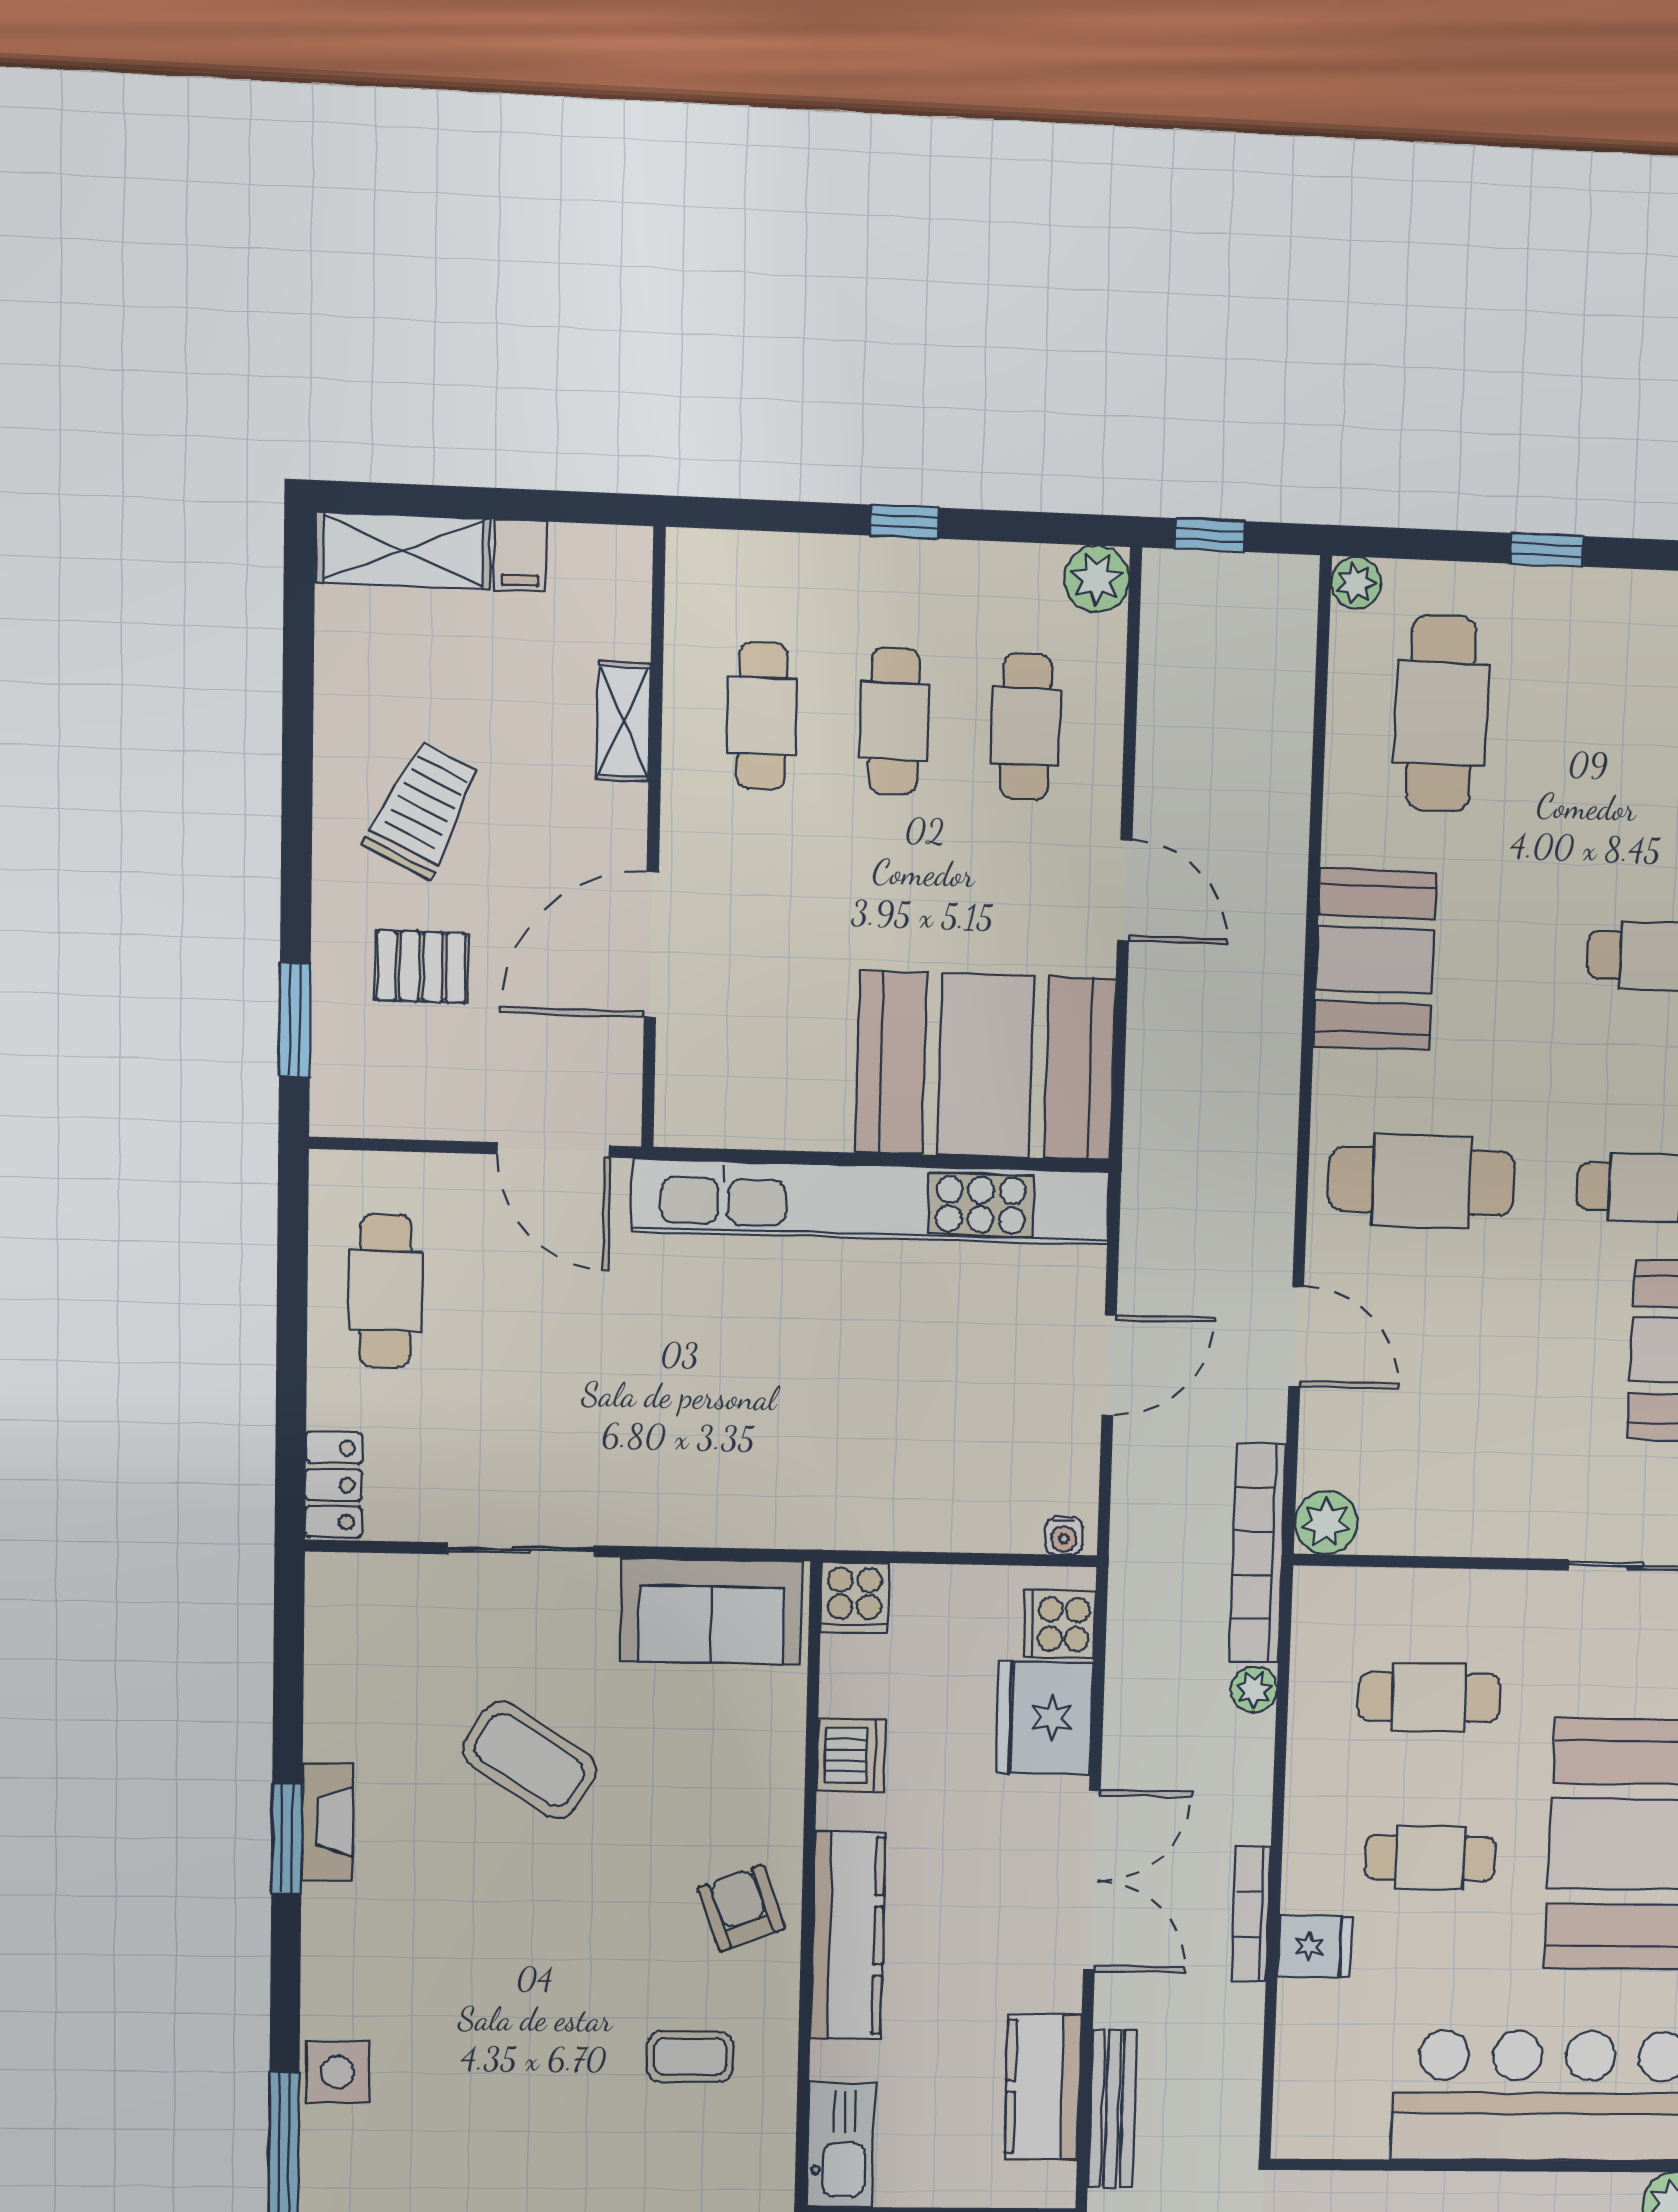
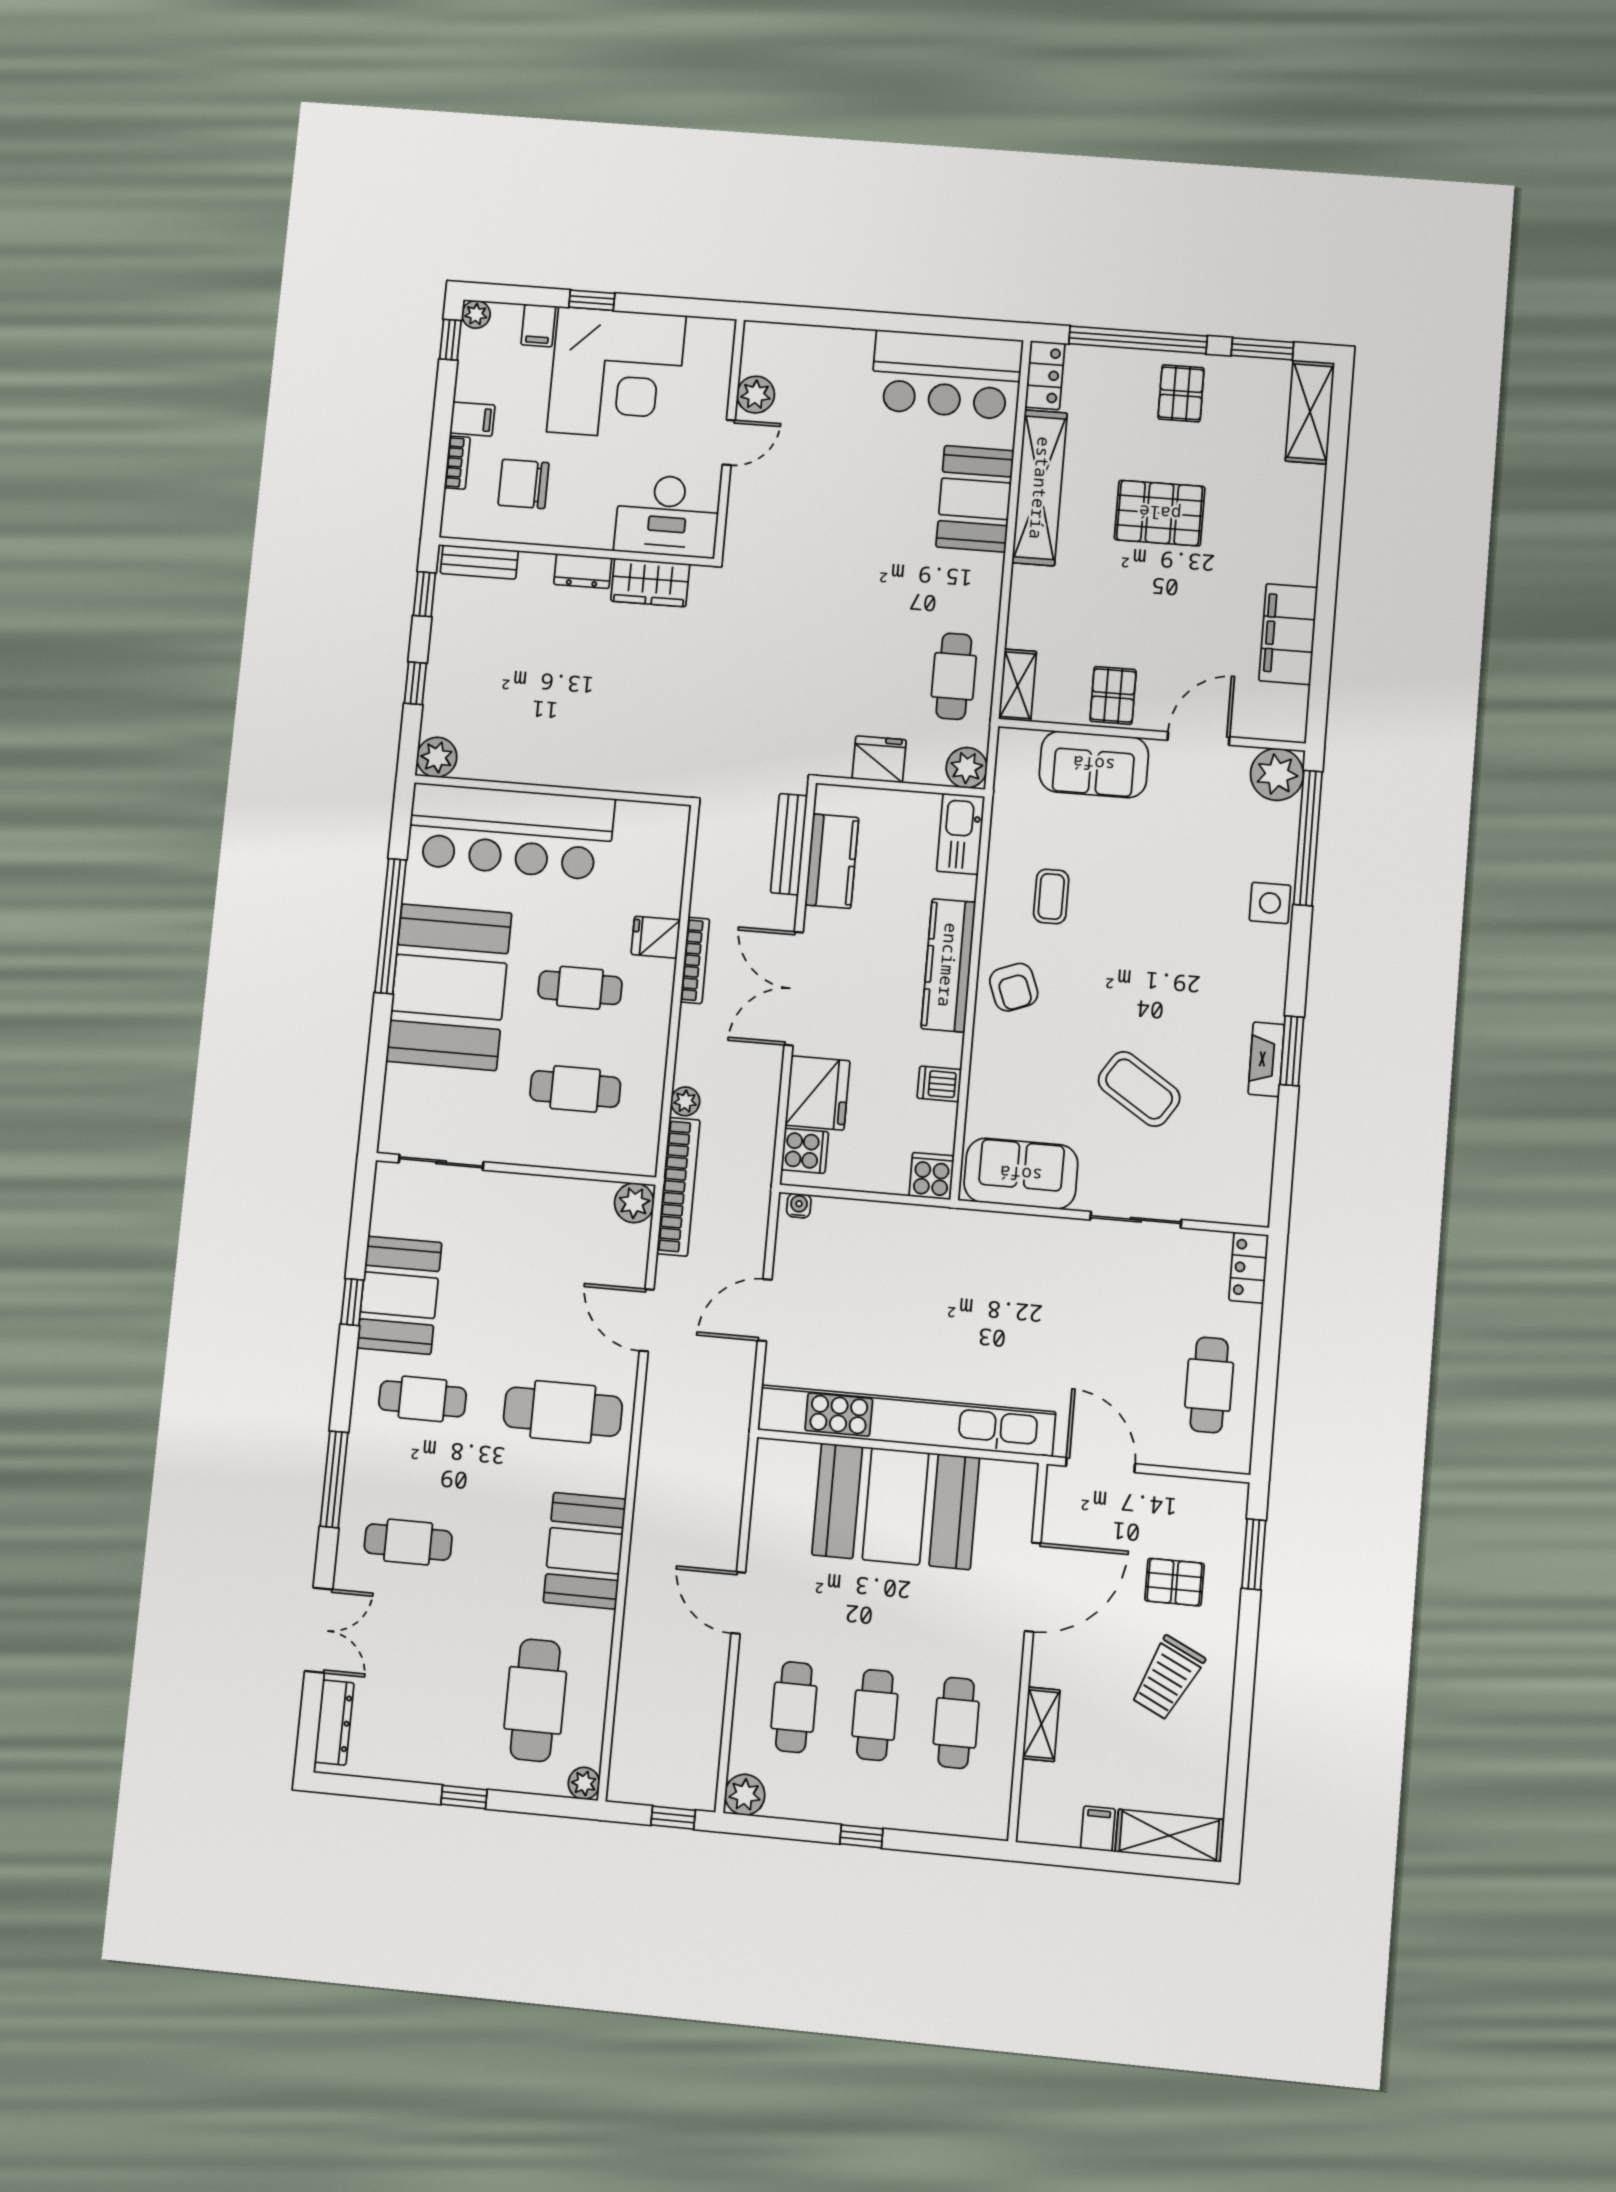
booth: (986, 1066) -> (896, 1506), moved
dishwasher: (851, 1755) -> (939, 1084), width x0.73
coffee table: (690, 2057) -> (1051, 896), turned 90

